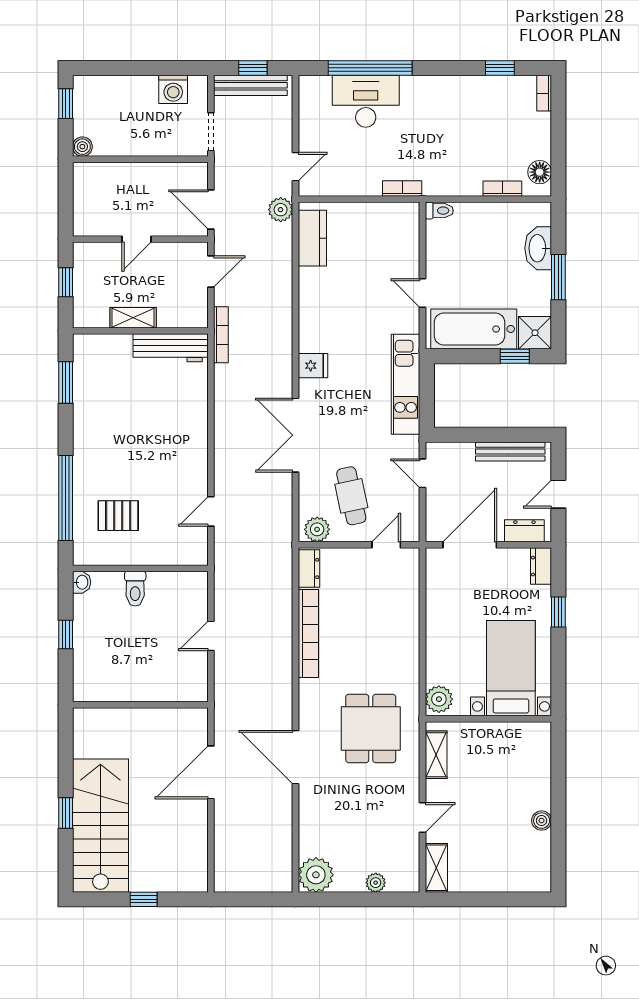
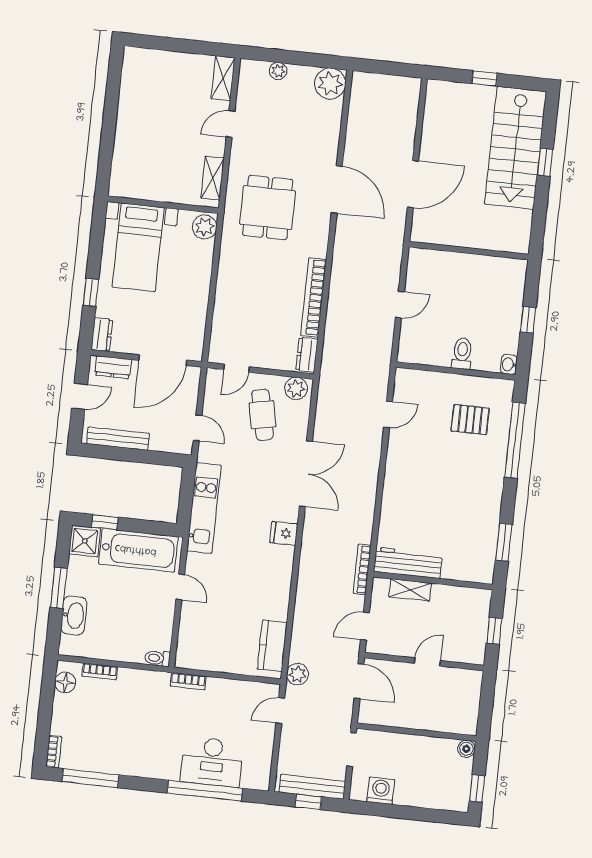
window: (500, 68) -> (90, 778), width x2.17
shelving: (133, 318) -> (410, 590), moved
boiler: (542, 821) -> (126, 110), removed

